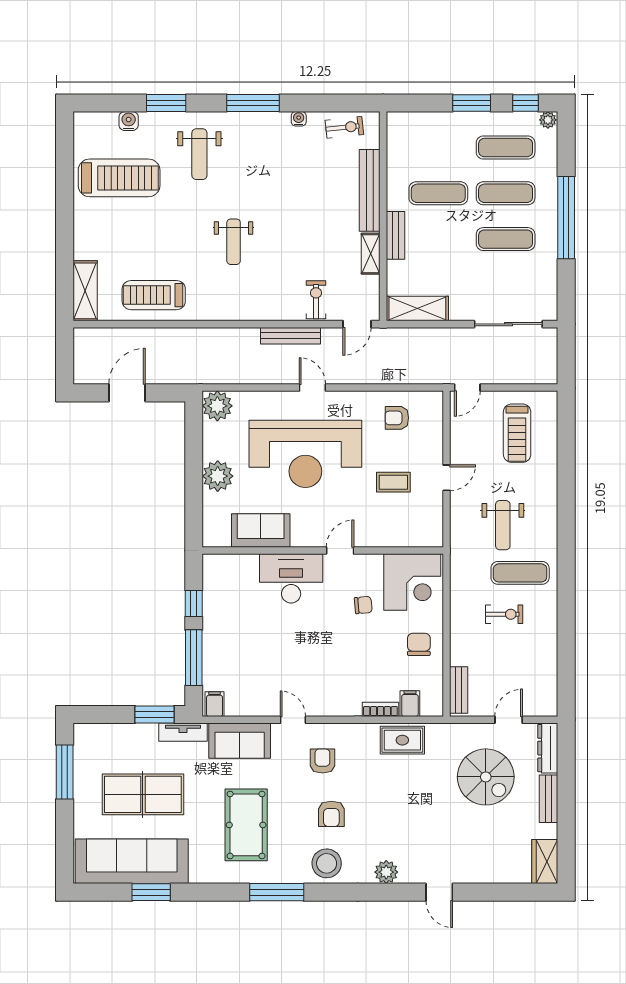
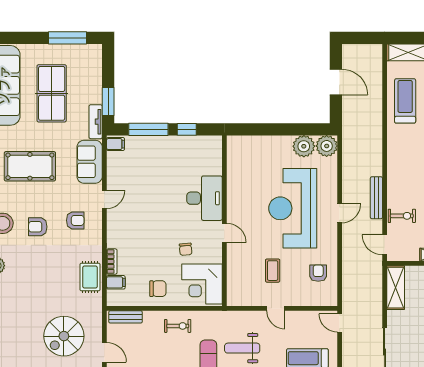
plant: (218, 476) -> (304, 146), moved
sofa: (261, 530) -> (238, 177), removed
exercise bike: (504, 614) -> (178, 326), moved, turned -90

